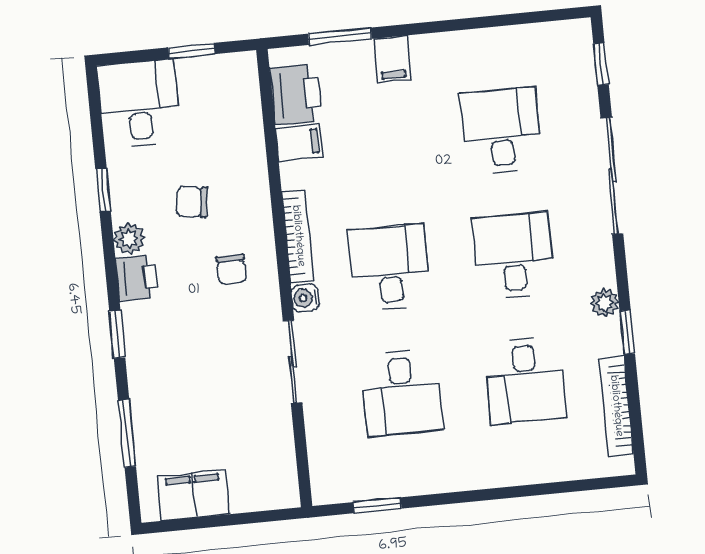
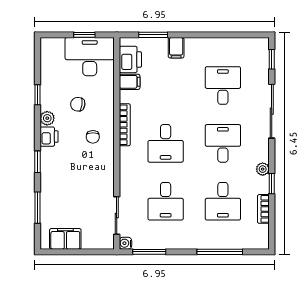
desk: (139, 103) -> (90, 57), moved, width x1.37
desk: (390, 268) -> (166, 143), turned 180
water cooler: (305, 298) -> (125, 243), moved
sliding door: (292, 362) -> (117, 215), moved
bookcase: (616, 406) -> (263, 209), width x0.64
window: (530, 490) -> (220, 252), added
window: (377, 505) -> (149, 252), width x1.50

